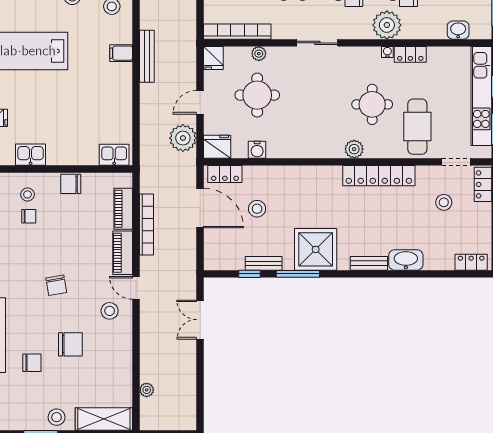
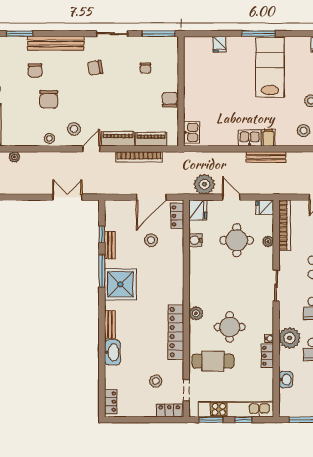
washbasin: (458, 30) -> (286, 380), moved
kitchen sink: (31, 155) -> (250, 138), moved, turned -90
stool: (27, 194) -> (49, 138), moved
chair: (56, 285) -> (95, 68), moved

